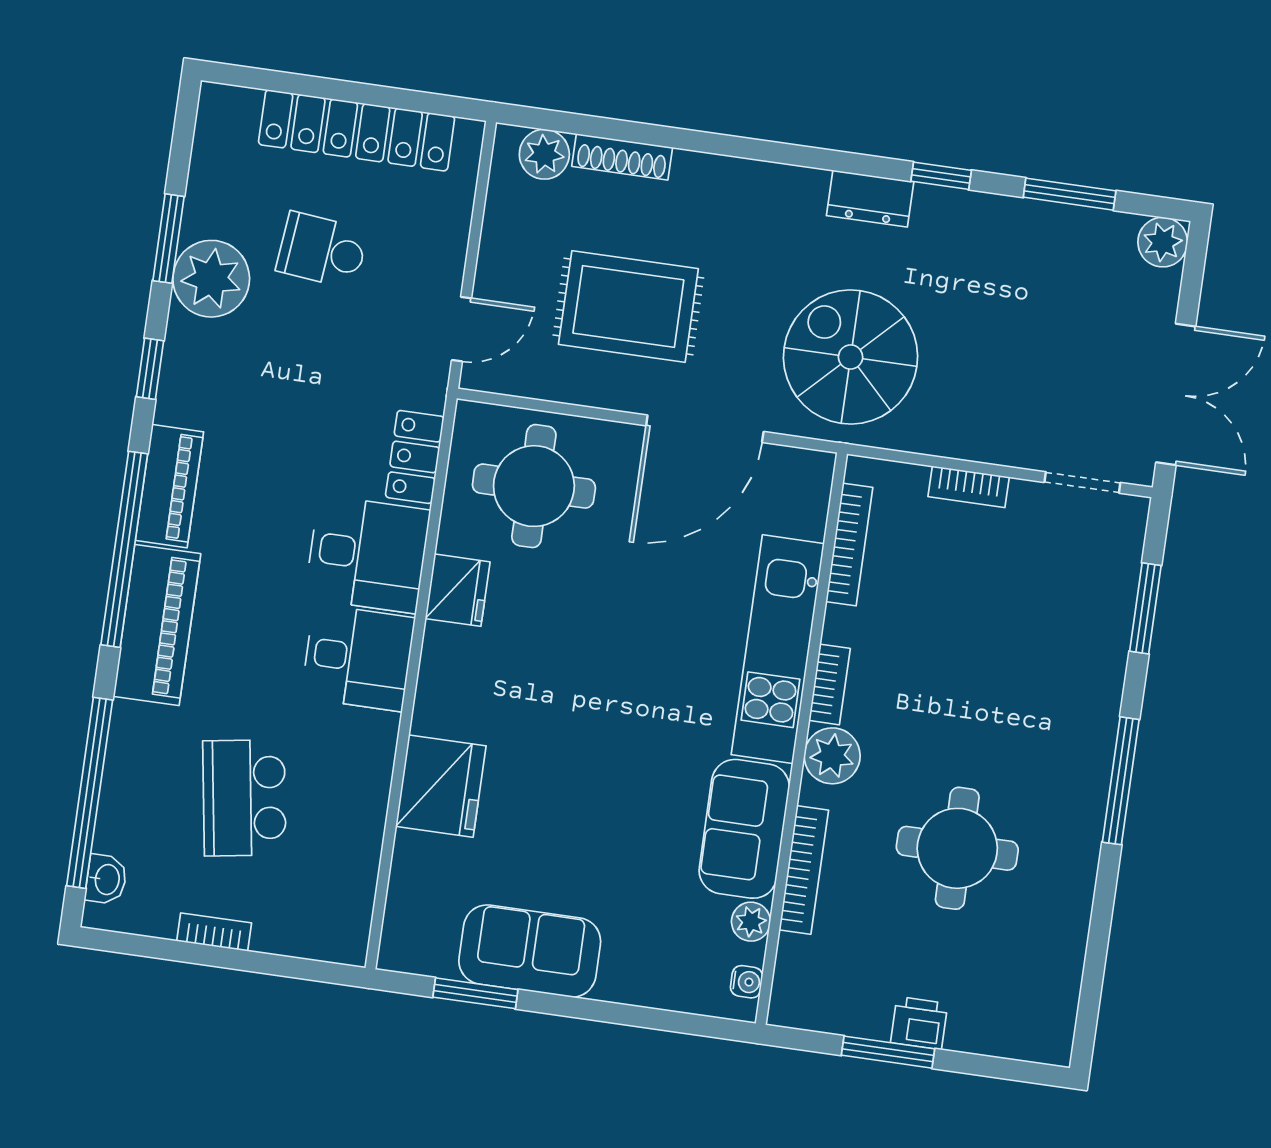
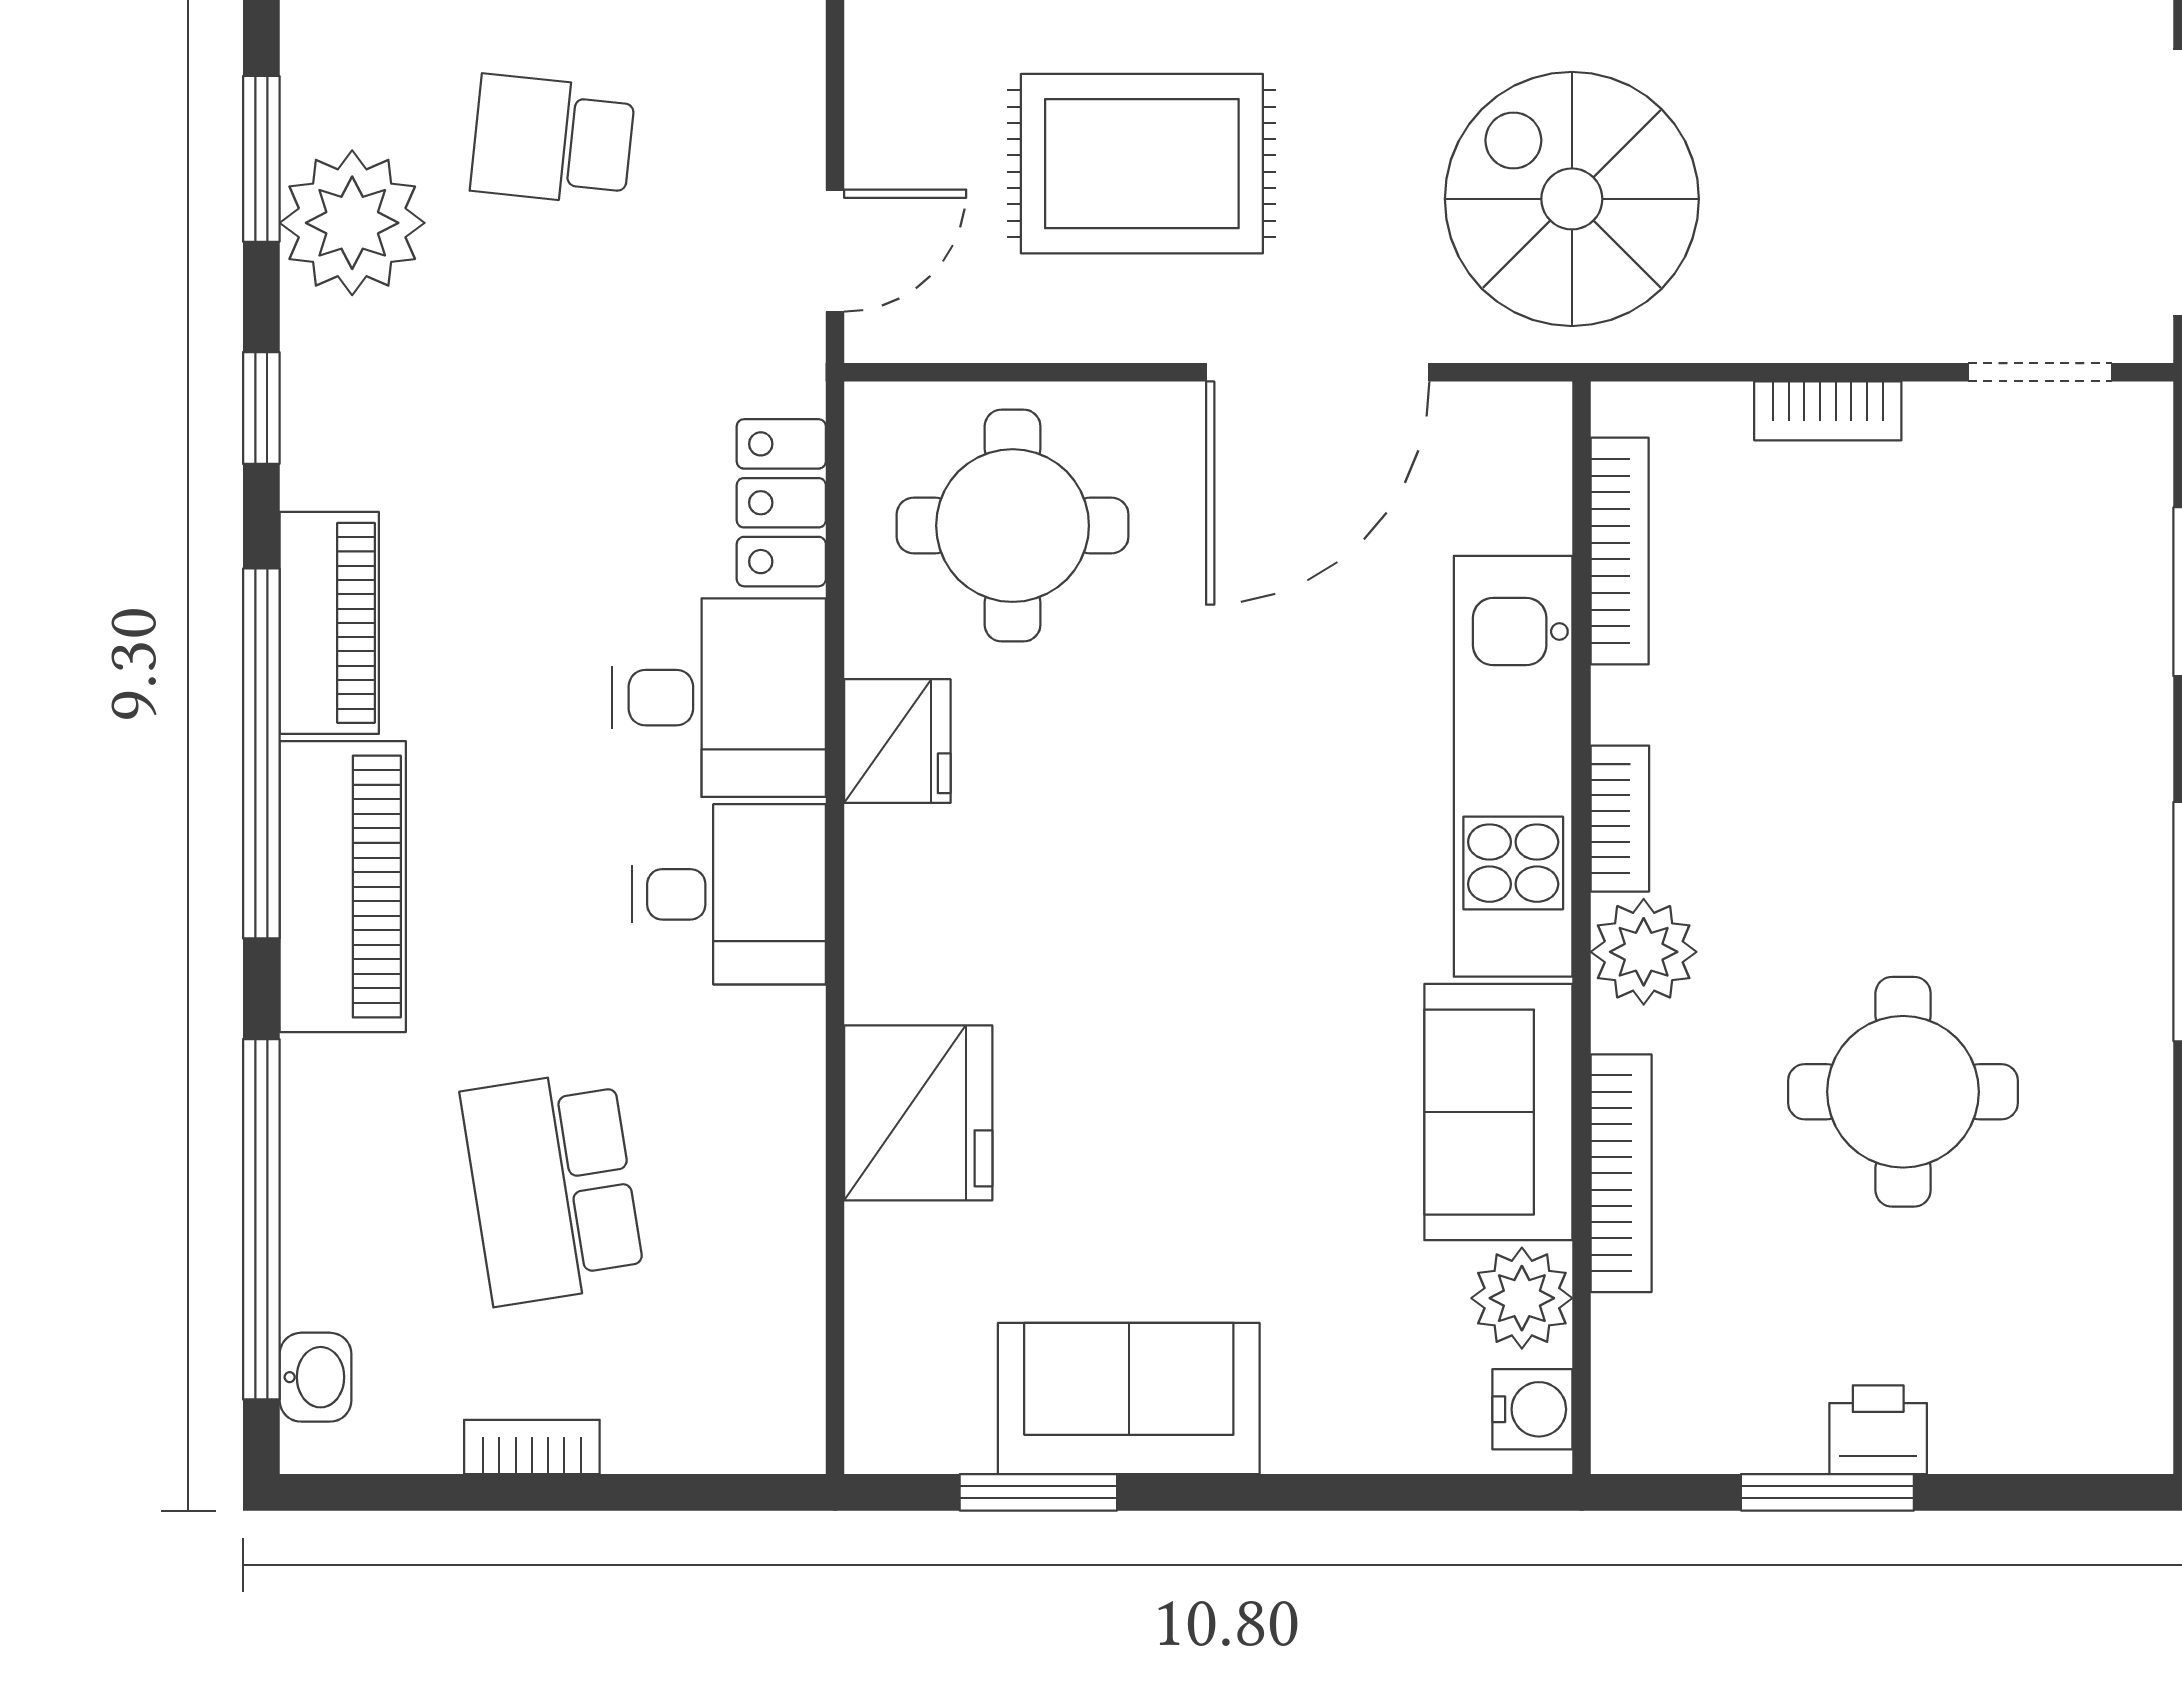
plant: (751, 922) -> (1522, 1298), width x1.38, depth x1.38
water cooler: (747, 982) -> (1532, 1409), width x1.38, depth x1.38

